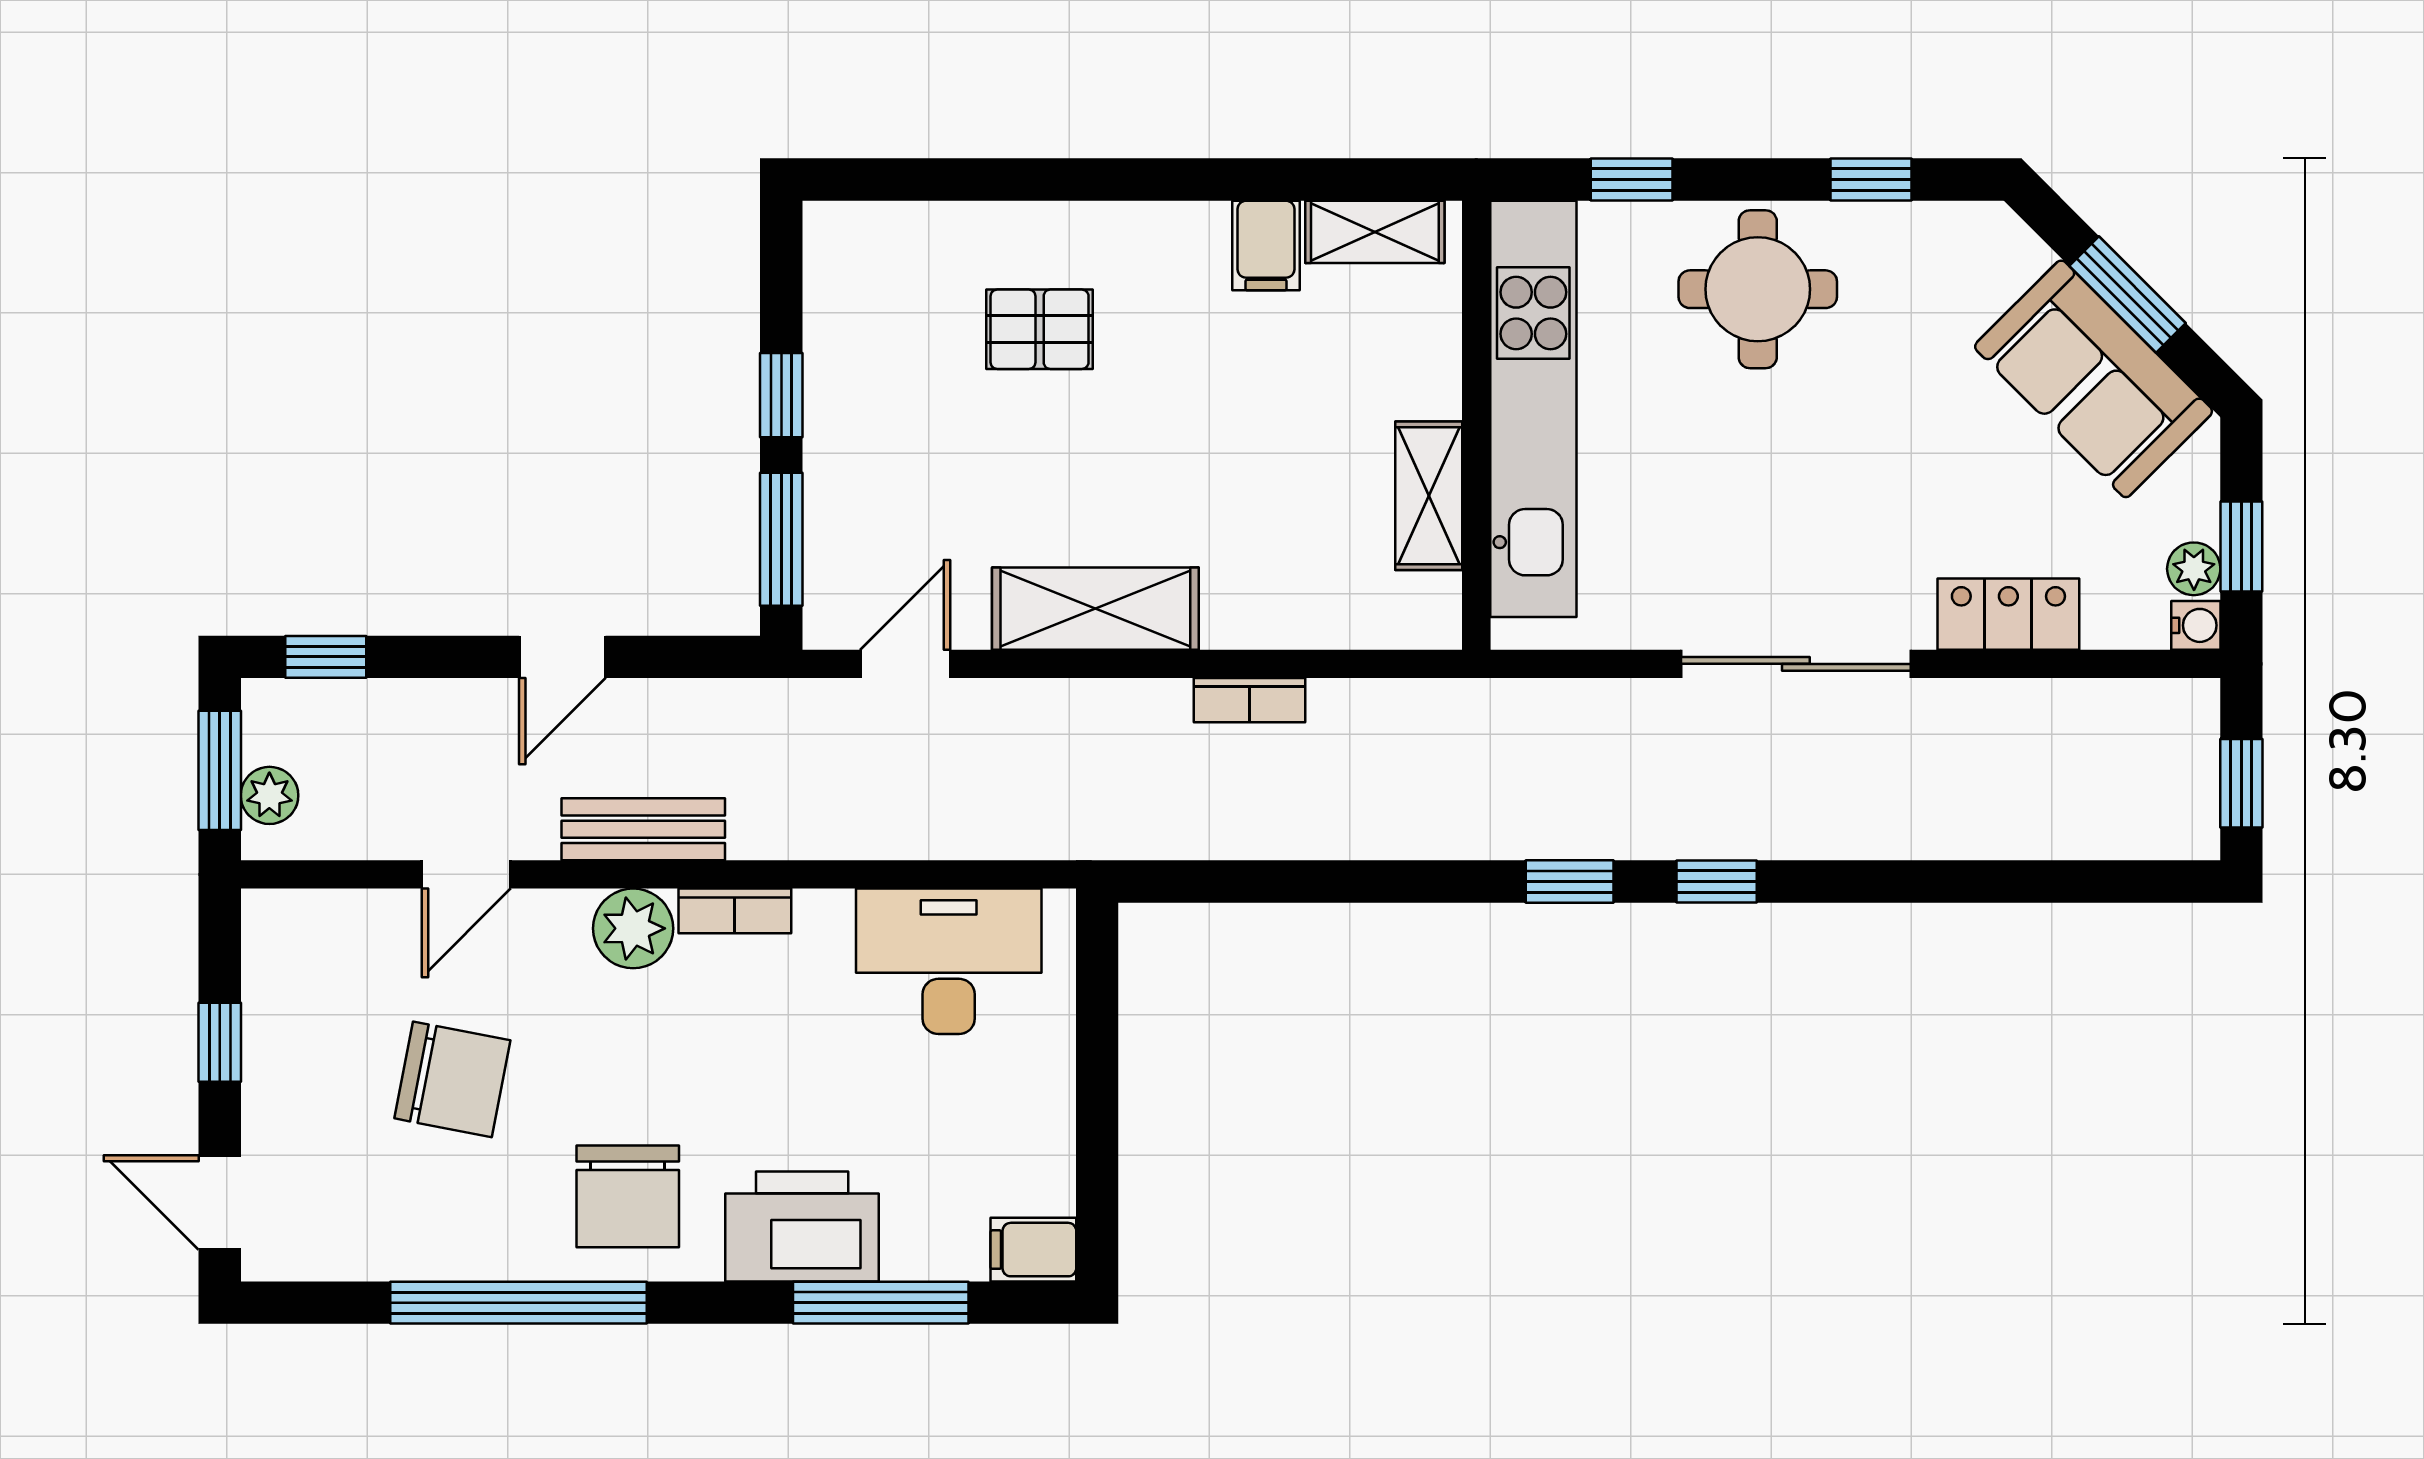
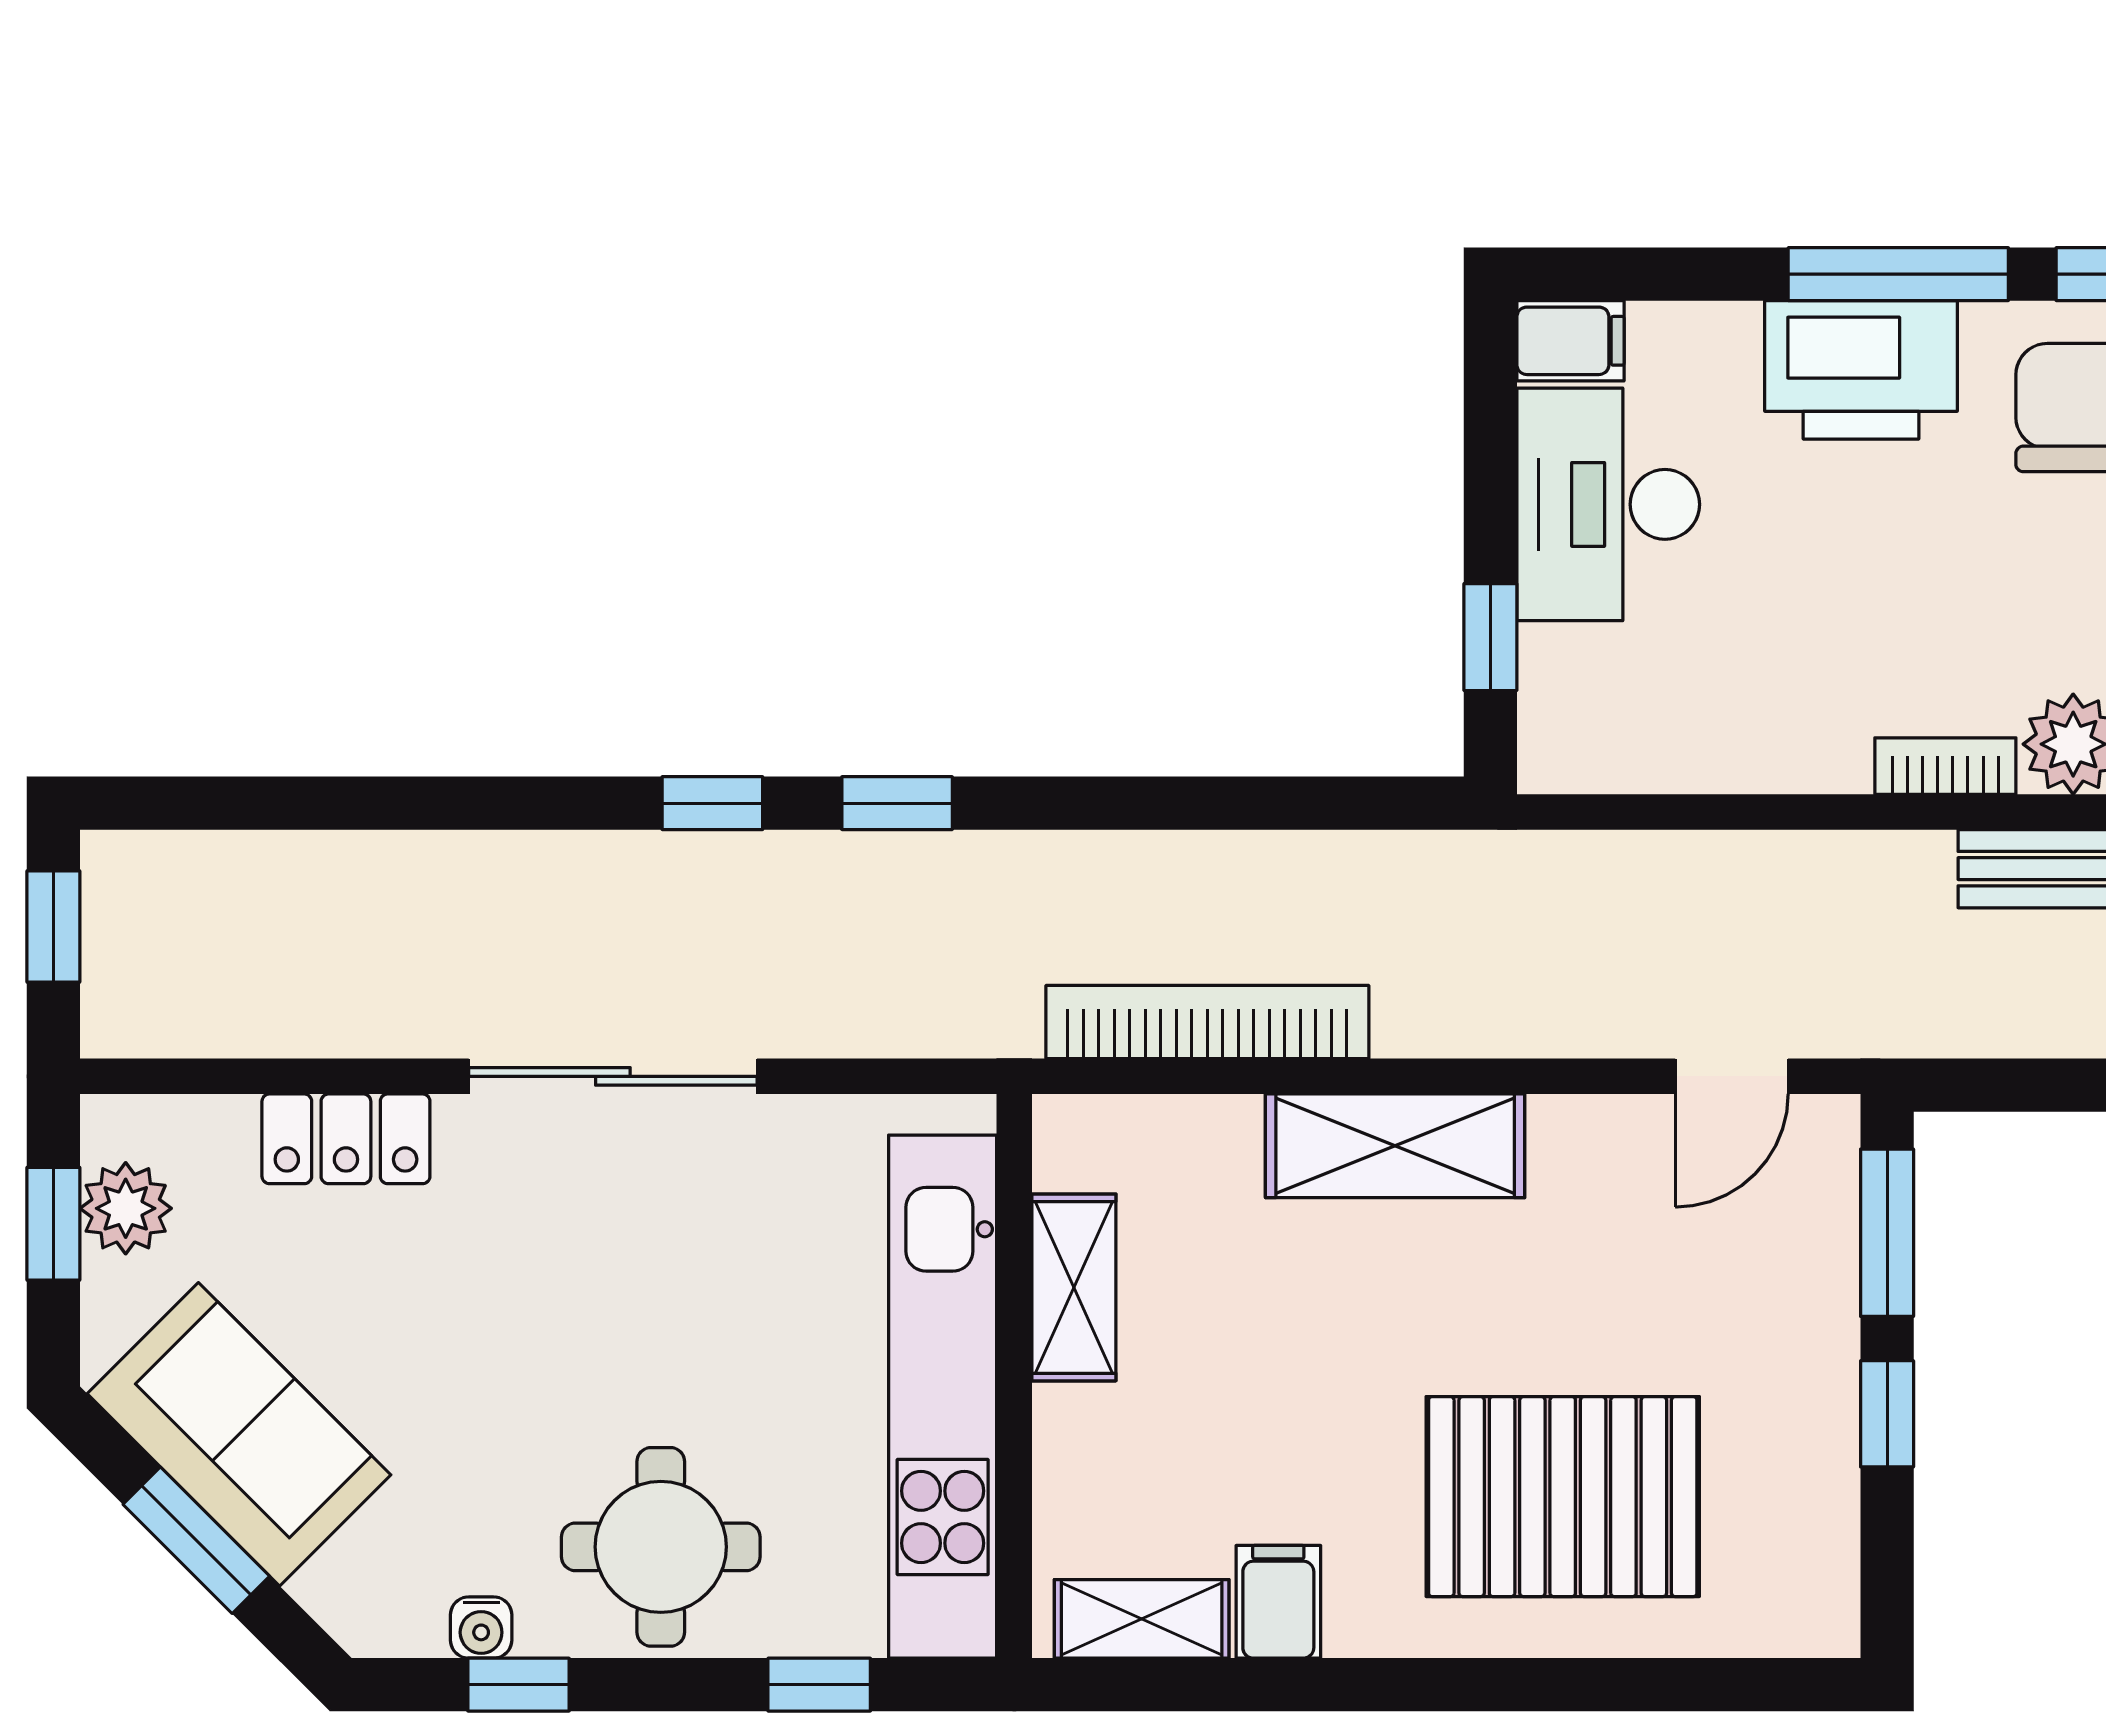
pallet: (1040, 329) -> (1563, 1497), width x2.05, depth x2.00
plant: (2194, 569) -> (126, 1208), width x1.38, depth x1.38
shelving: (1095, 609) -> (1395, 1146), moved
water cooler: (2196, 625) -> (481, 1627), moved, turned -90
bookcase: (1250, 700) -> (1207, 1022), width x2.31, depth x1.31
desk: (949, 961) -> (1608, 504), moved, turned 90
window: (1097, 1014) -> (1490, 637), added
window: (881, 1303) -> (1898, 274), moved

